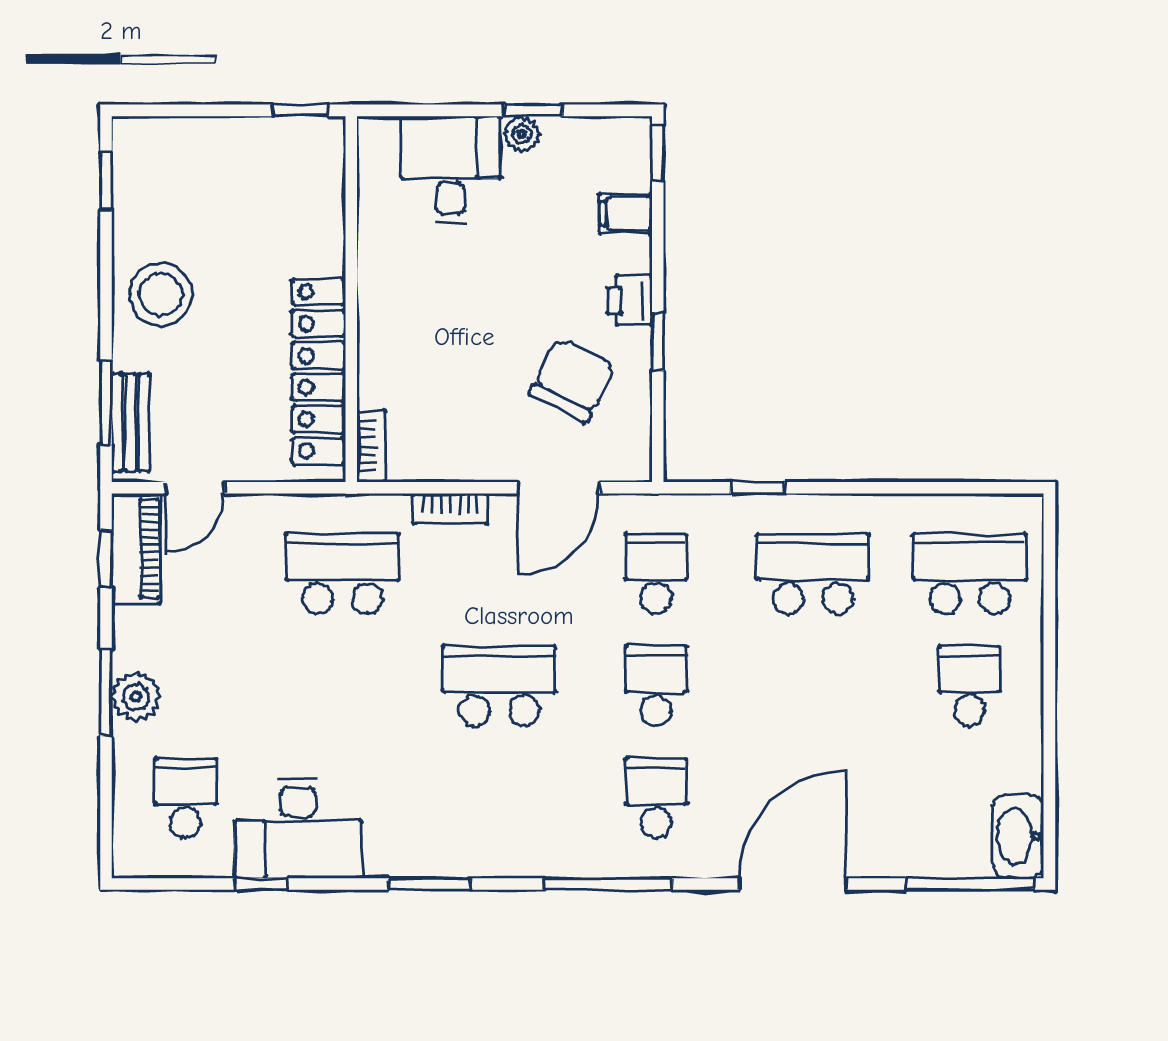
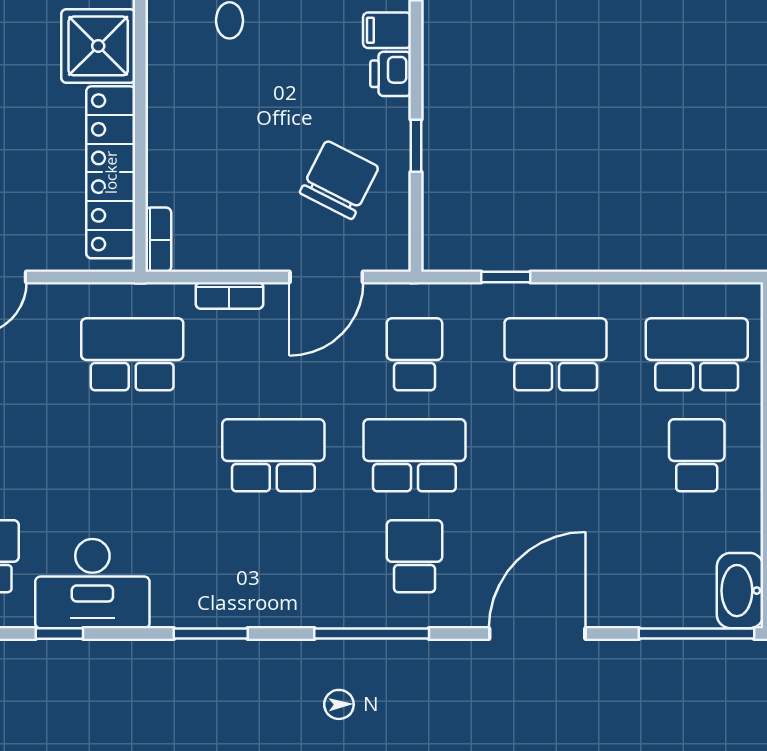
shower: (305, 231) -> (98, 46), added
printer: (630, 300) -> (391, 74), moved
school desk: (656, 686) -> (414, 455), width x1.85

